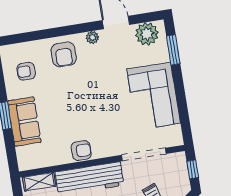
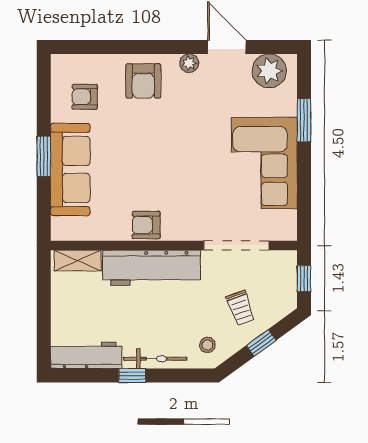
window: (173, 50) -> (304, 120), moved
sofa: (24, 122) -> (70, 169), width x1.36
armchair: (81, 151) -> (146, 225), turned 180

